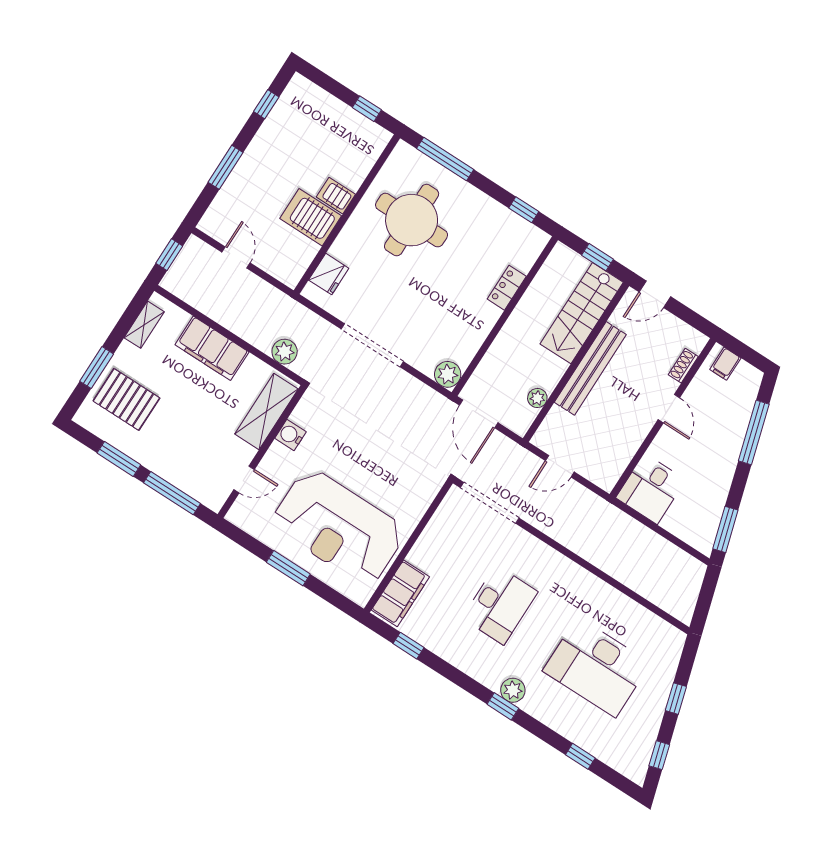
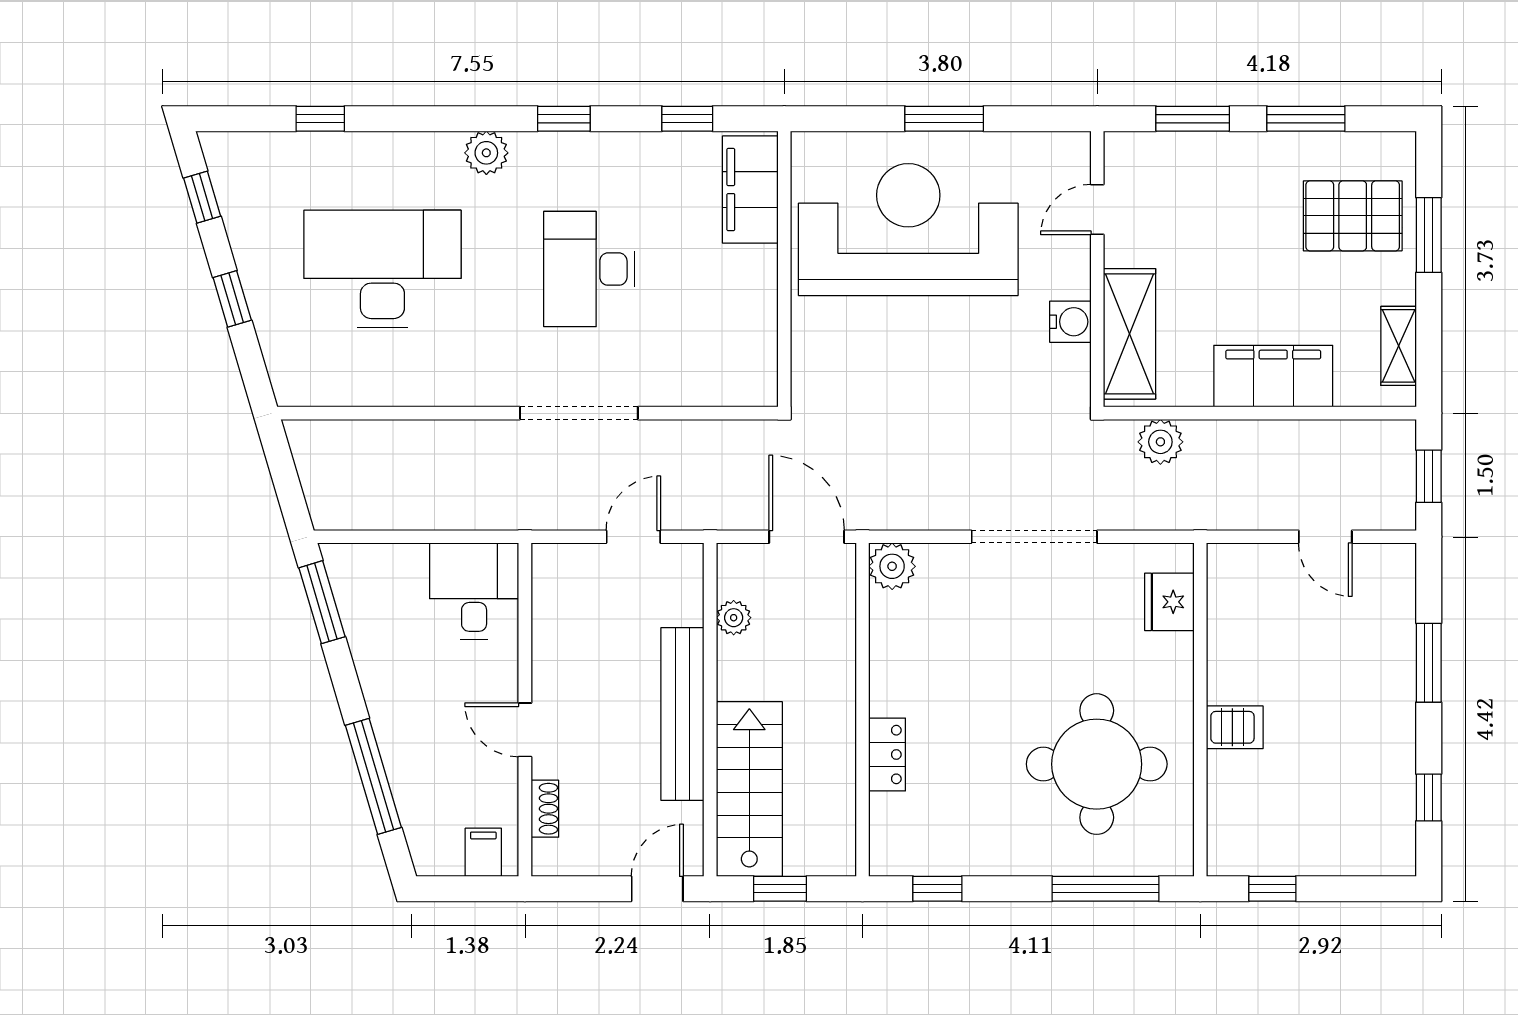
server rack: (311, 217) -> (1252, 670), removed
window: (172, 493) -> (1193, 119), width x0.69
doorway: (490, 503) -> (579, 413), moved
window: (503, 706) -> (564, 119), moved

